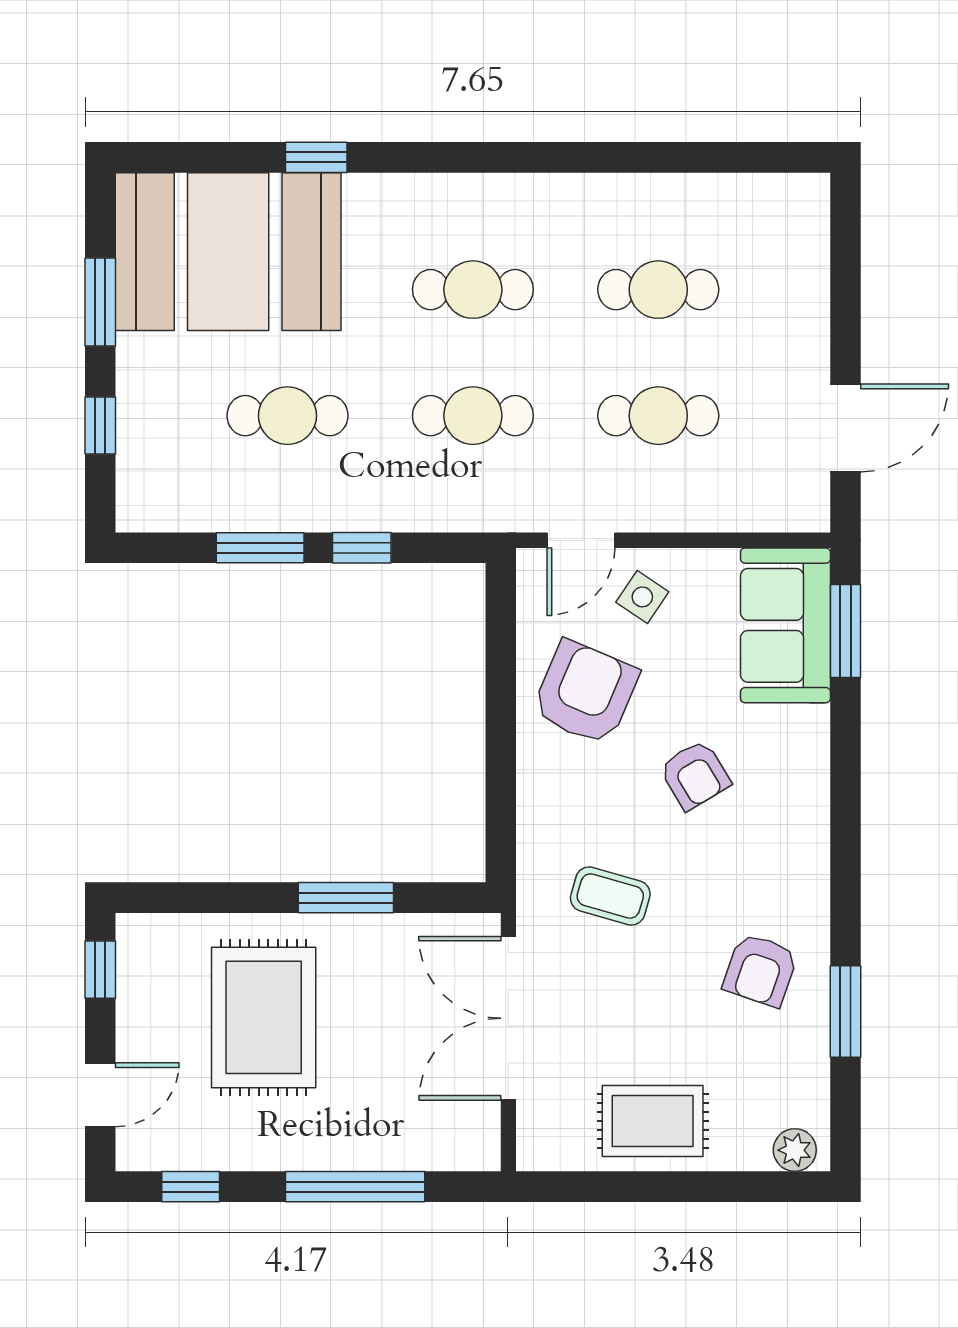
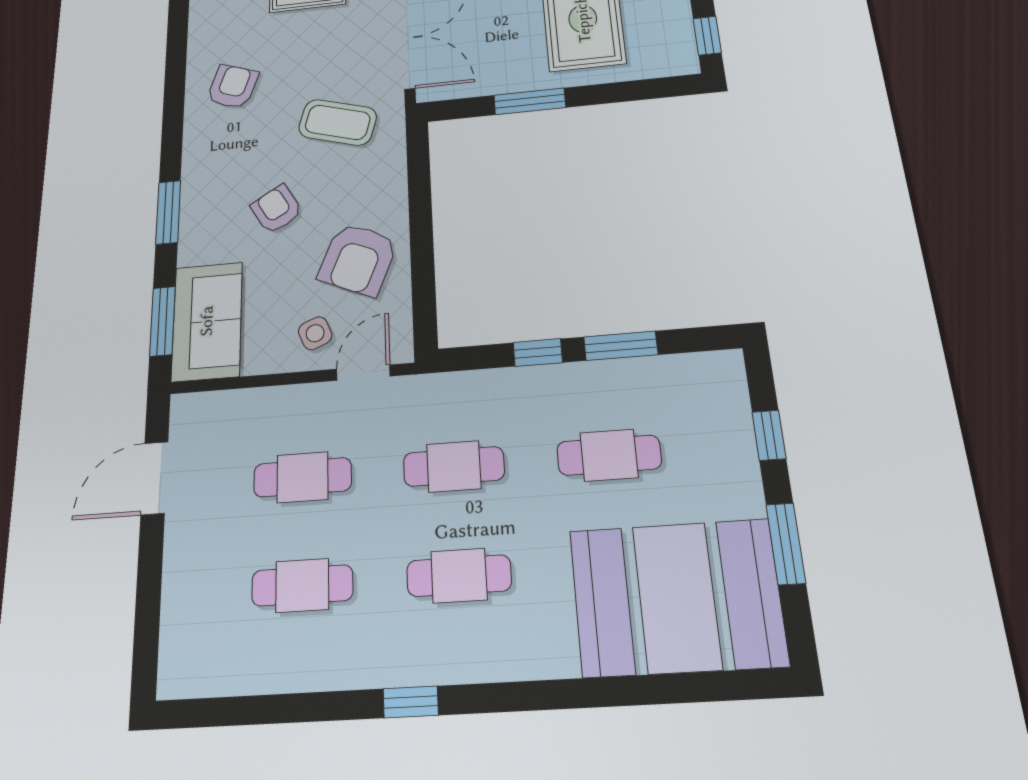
window: (316, 157) -> (411, 702), moved
side table: (642, 597) -> (315, 333), turned 33
coffee table: (610, 896) -> (338, 122), width x1.36, depth x1.30
window: (846, 1011) -> (168, 212), moved

